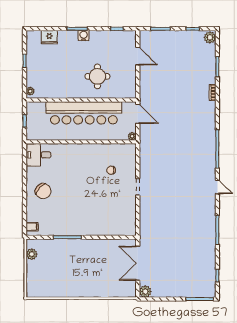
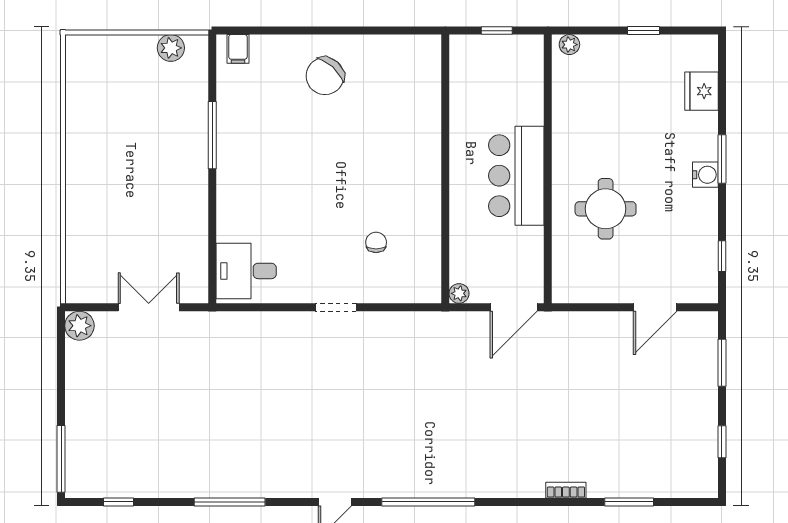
plant: (210, 37) -> (701, 484), removed
bar counter: (84, 113) -> (516, 176), width x0.54
desk: (38, 155) -> (246, 271), moved, turned -90
double door: (138, 263) -> (149, 307), width x0.73

